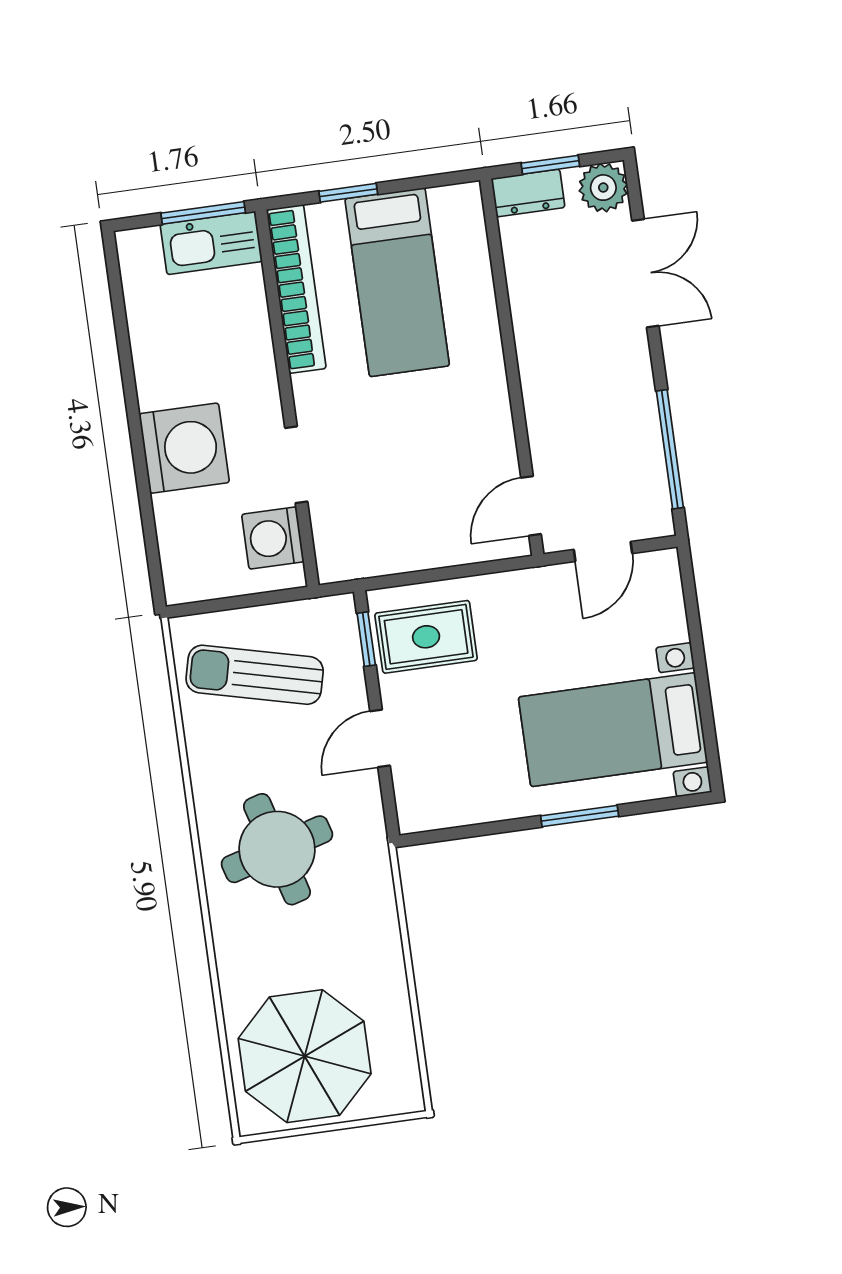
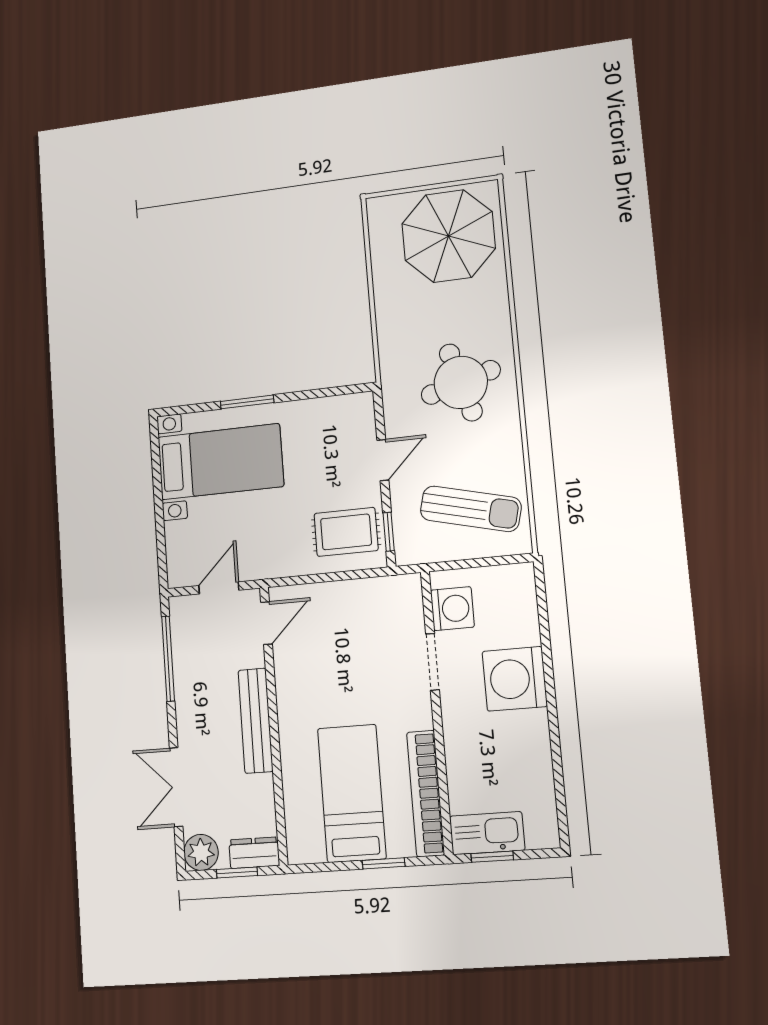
window: (203, 213) -> (492, 857), width x0.67
bench: (538, 371) -> (256, 721), added

